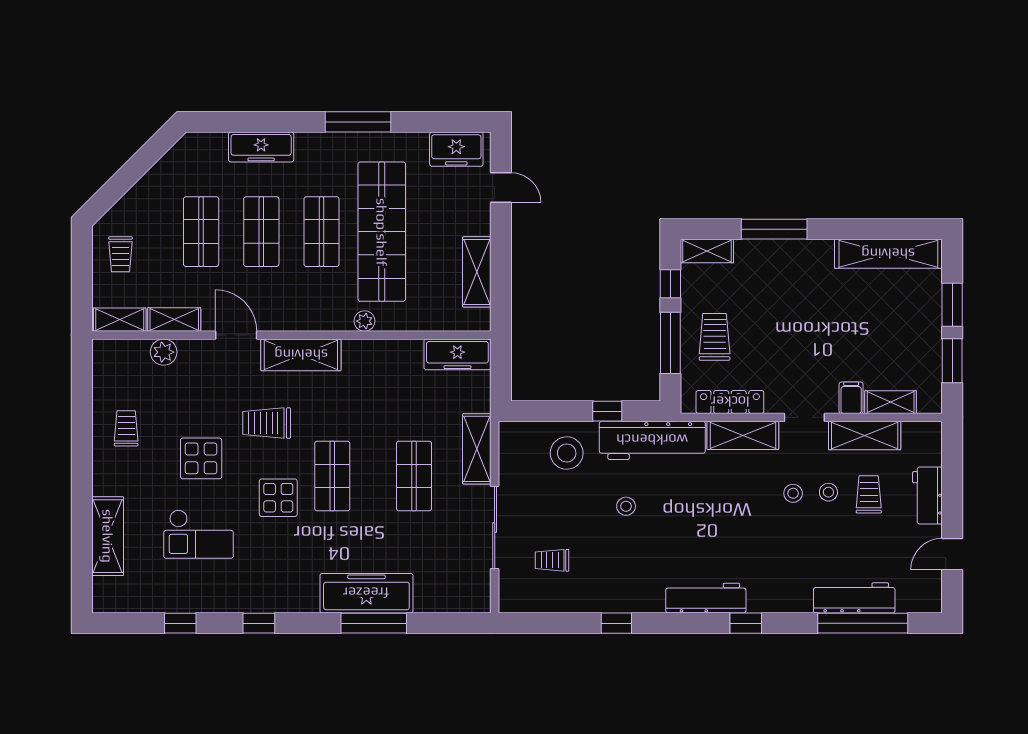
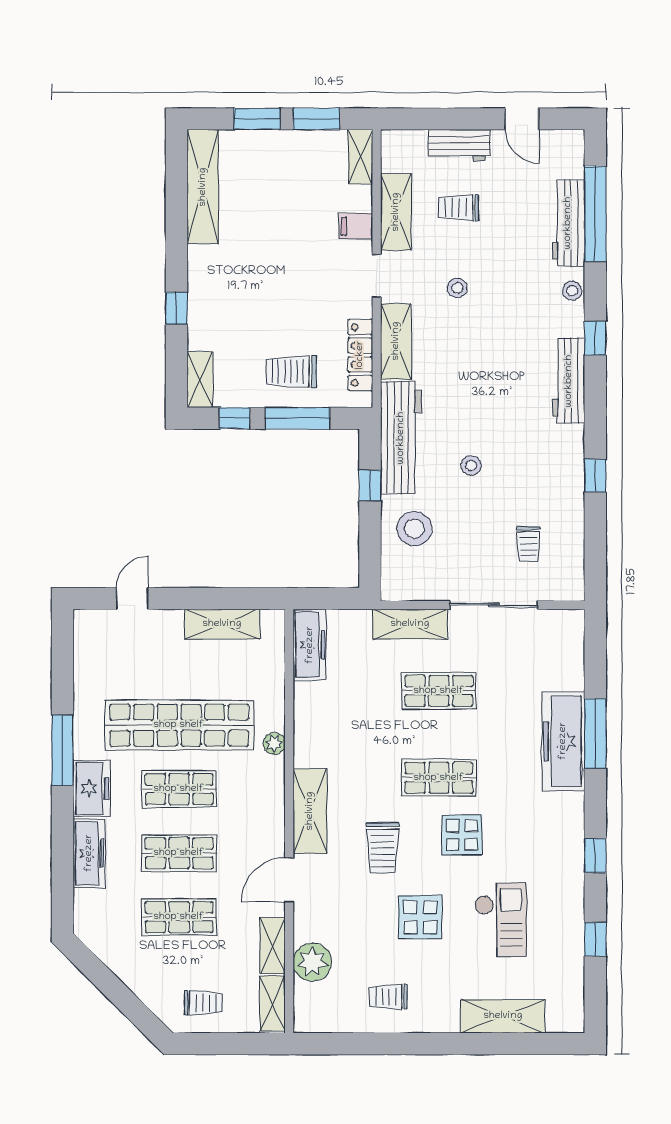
freezer: (456, 149) -> (92, 788), moved
window: (774, 229) -> (177, 308), width x0.46
plant: (164, 352) -> (312, 962), width x1.36, depth x1.36
shelving: (891, 402) -> (360, 157), moved
stool: (828, 492) -> (572, 291), moved

